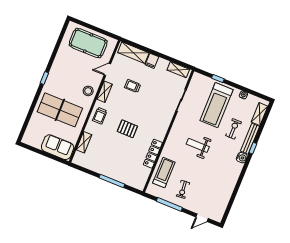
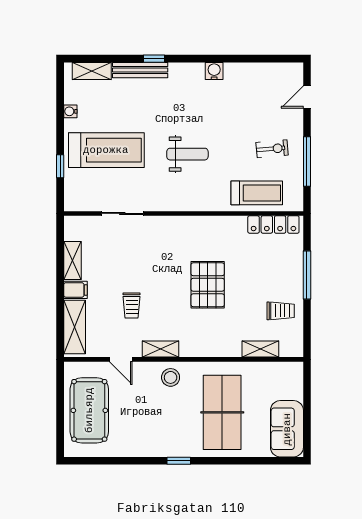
shelving: (178, 70) -> (72, 261), moved
trolley: (100, 116) -> (281, 311), moved
pallet: (127, 129) -> (208, 285), width x1.50, depth x1.42
exercise bike: (233, 129) -> (135, 105), removed
weight bench: (198, 145) -> (187, 154), turned -90
sofa: (58, 147) -> (287, 429), moved
locker: (153, 154) -> (273, 224), moved
water cooler: (242, 158) -> (214, 71), moved
treadmill: (164, 173) -> (257, 193), turned 180
door: (202, 218) -> (307, 97), swing flipped

